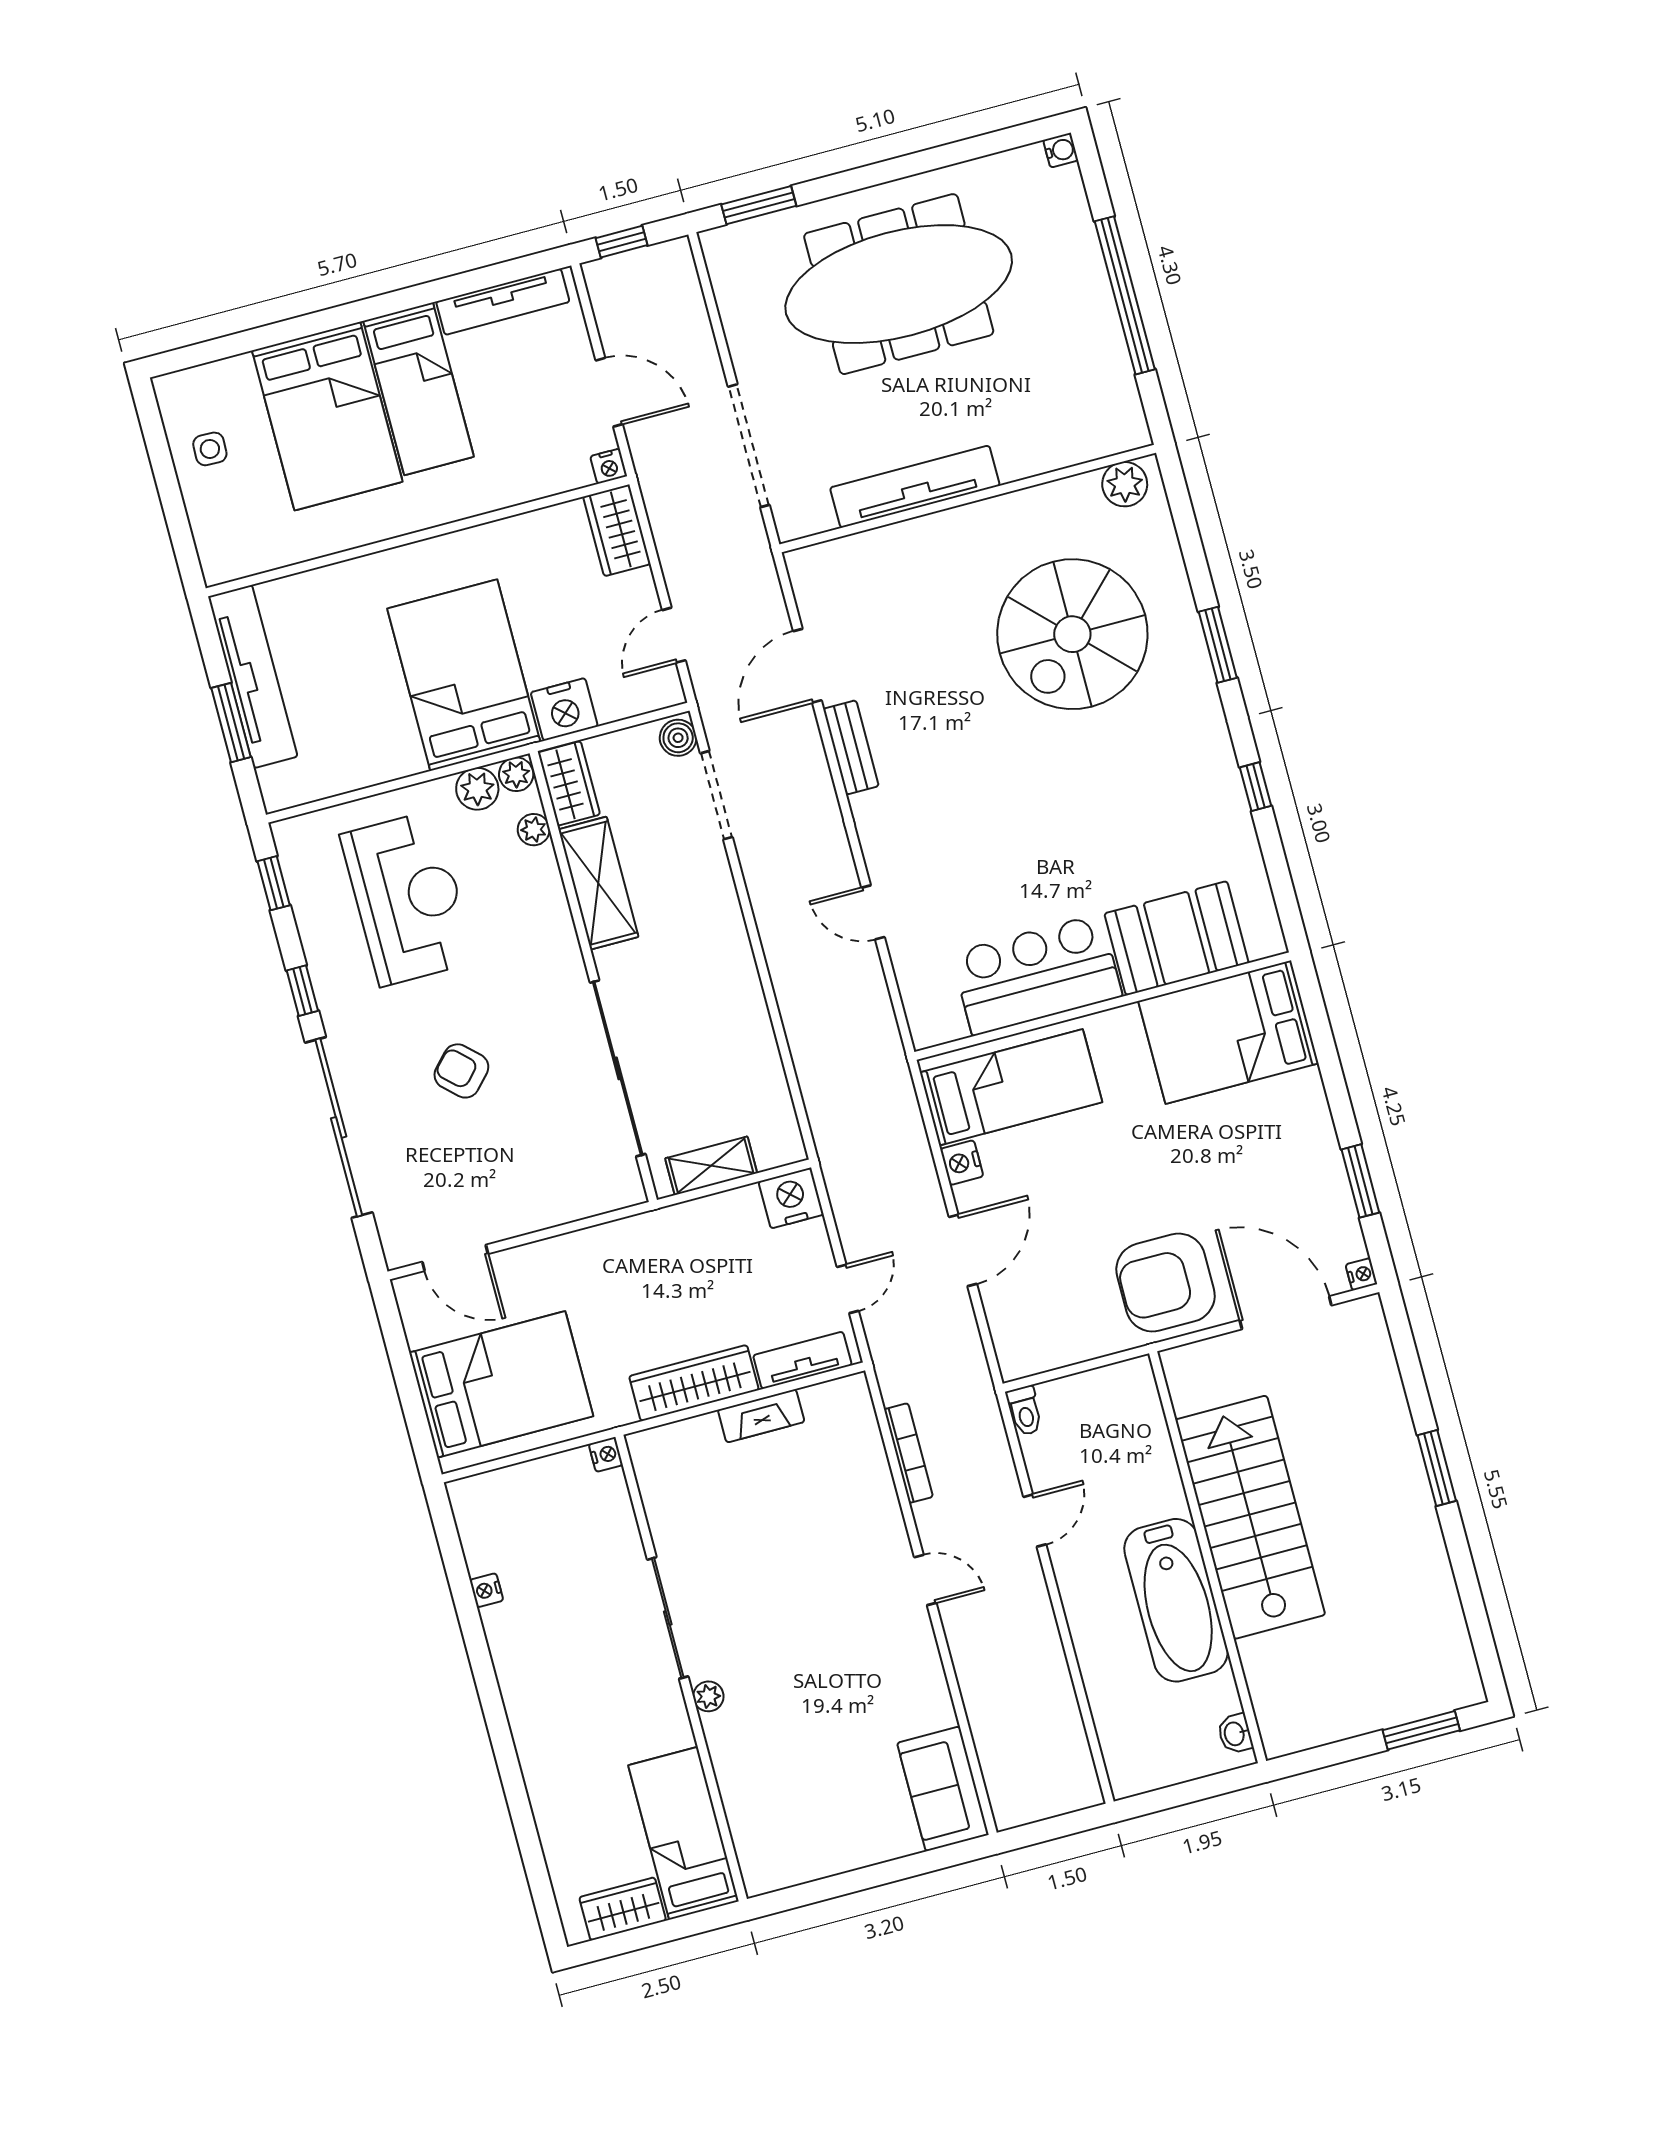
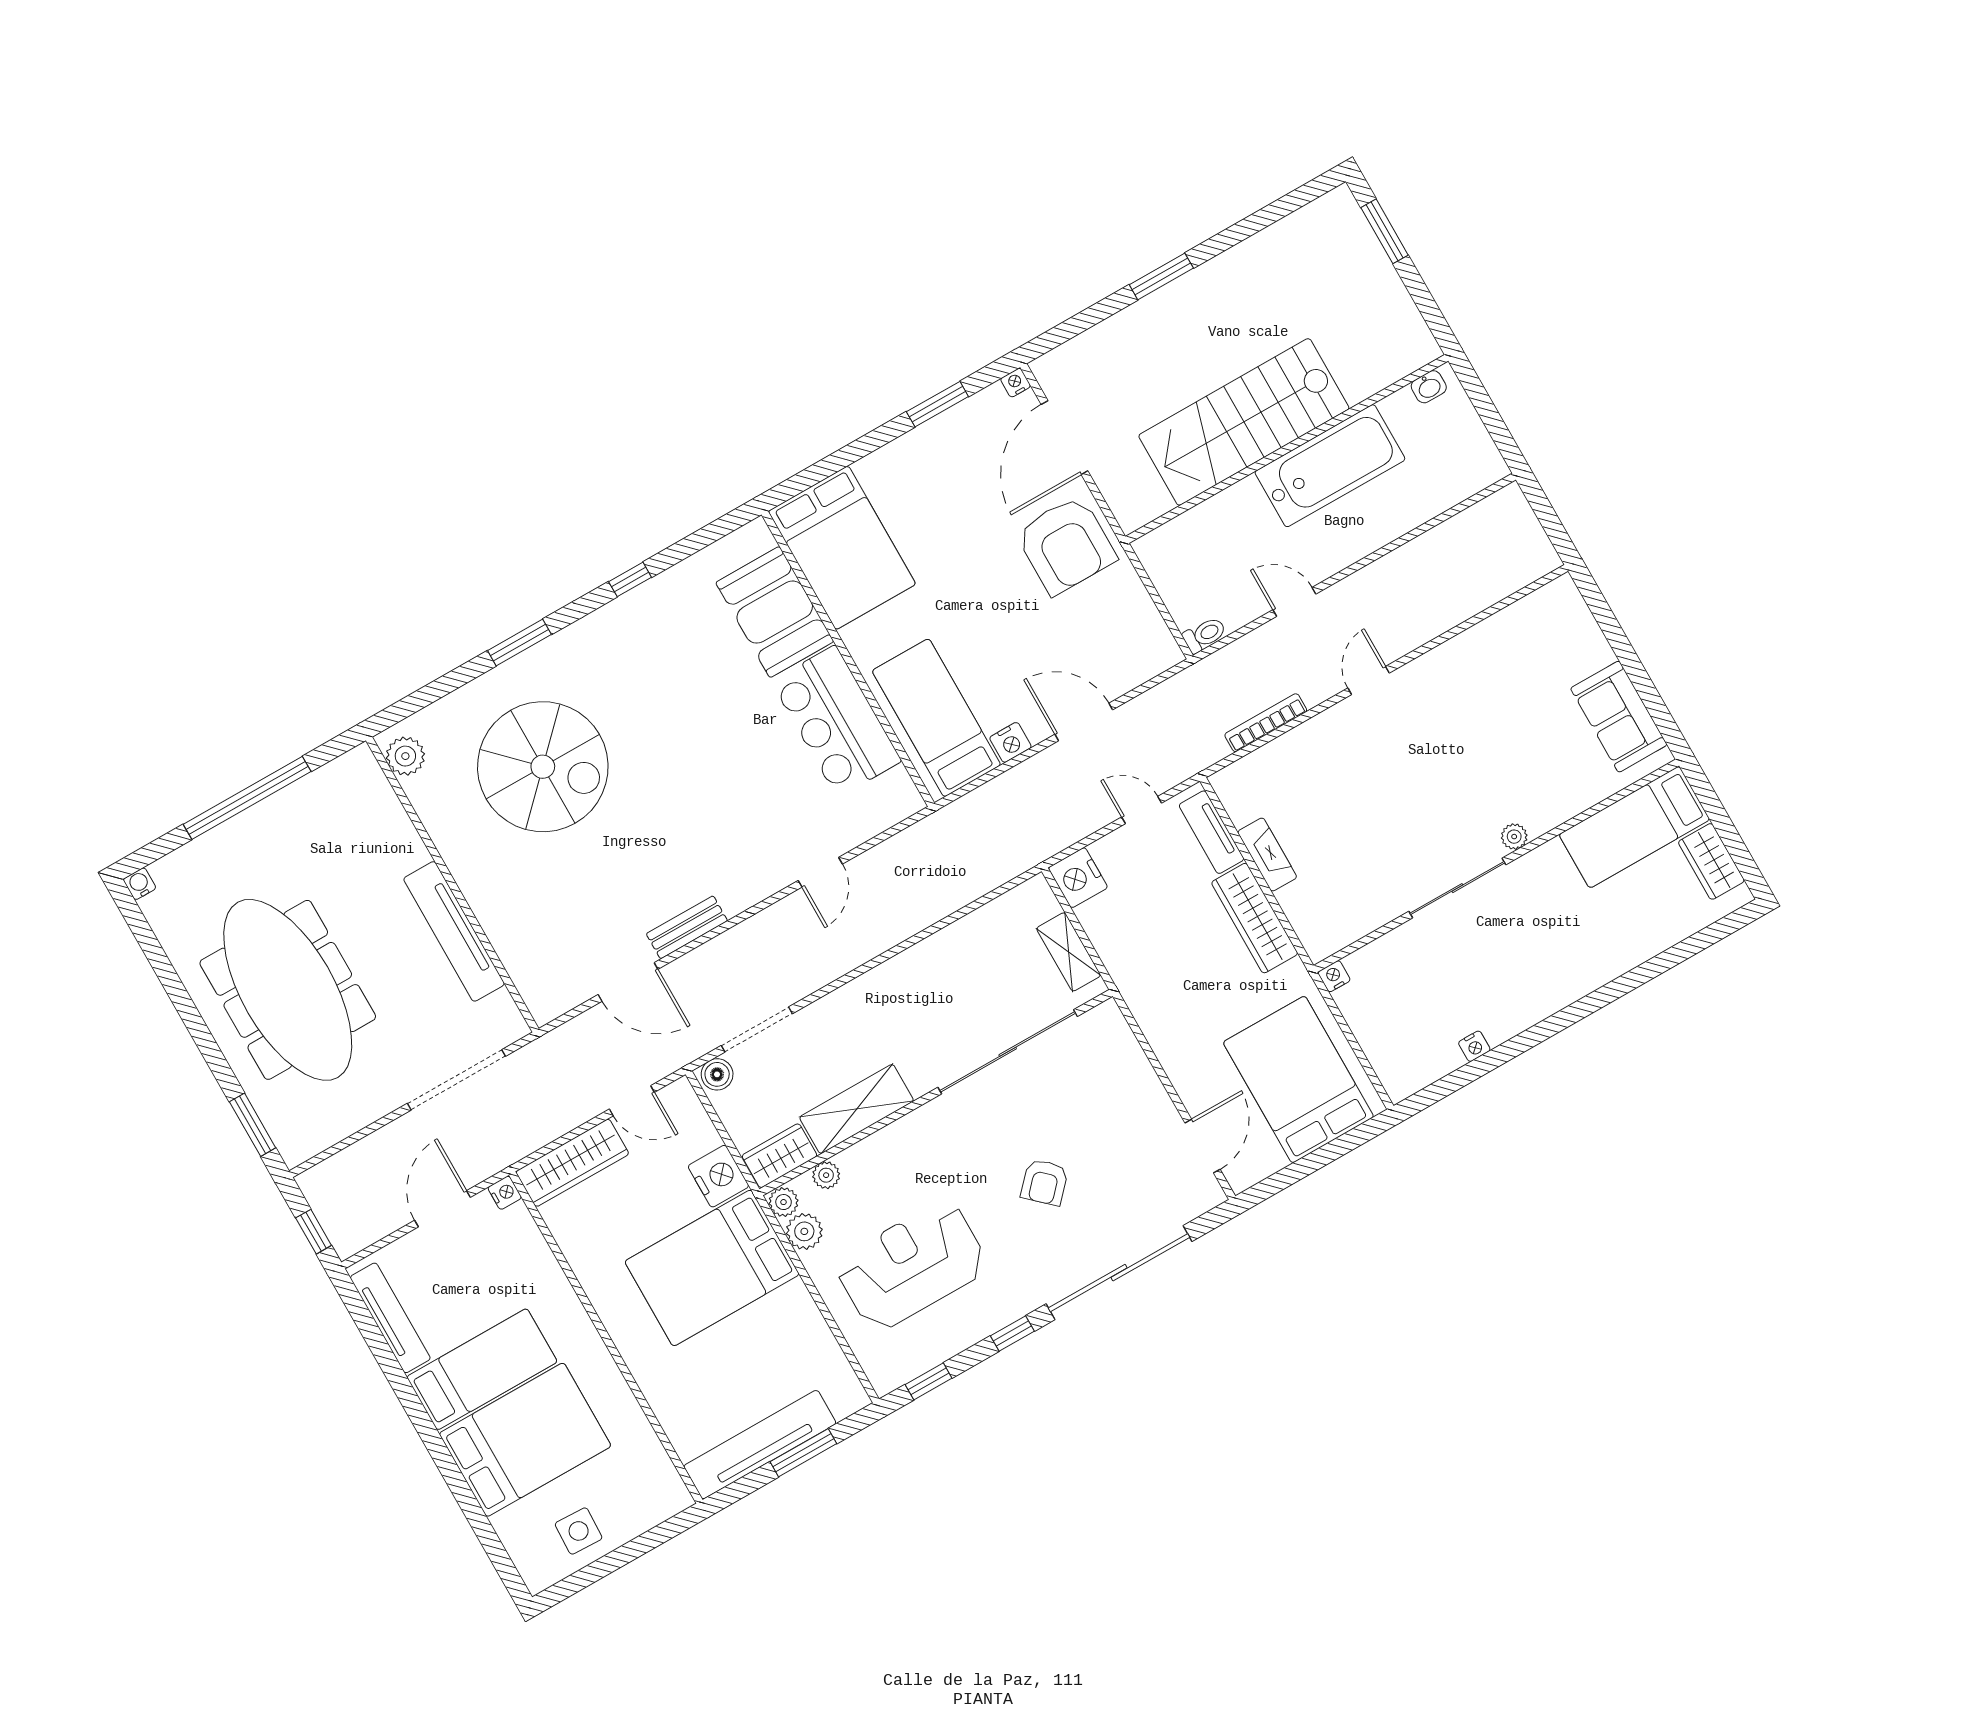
side table: (210, 449) -> (579, 1531), width x1.37, depth x1.37
wardrobe: (617, 530) -> (572, 1163), width x1.50
sofa: (943, 1789) -> (1619, 717), moved, turned 90

